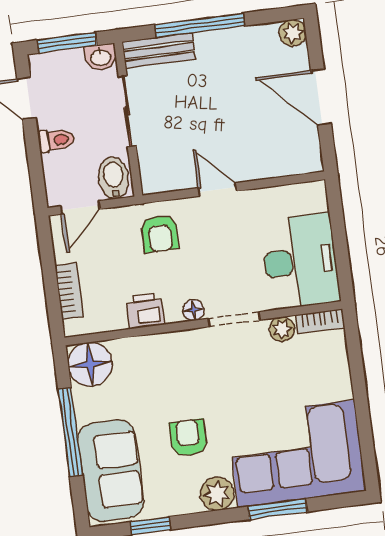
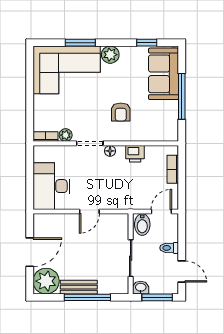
plant: (293, 33) -> (46, 281), width x1.88, depth x1.88
bench: (159, 51) -> (79, 287), moved
door: (321, 97) -> (30, 252), hinge flipped
door: (217, 189) -> (89, 211), hinge flipped
armchair: (160, 233) -> (122, 193), removed
desk: (300, 261) -> (52, 186), moved
floor lamp: (90, 364) -> (167, 130), removed
armchair: (188, 438) -> (121, 112), moved

